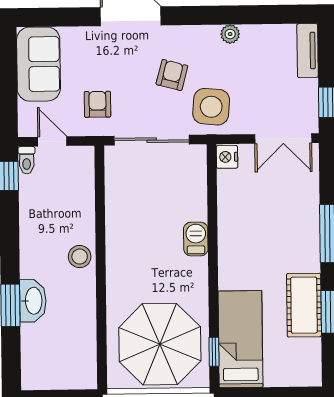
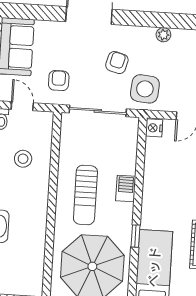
sun lounger: (144, 251) -> (85, 195), added
stool: (80, 257) -> (23, 159), moved
window: (214, 352) -> (136, 236), moved

